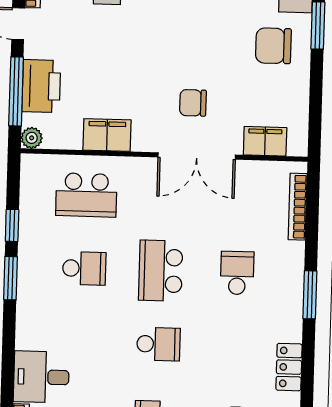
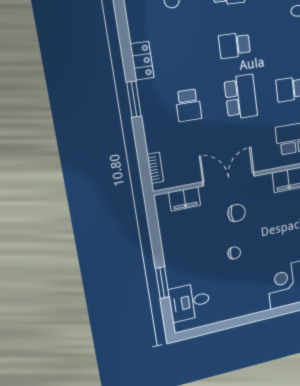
chair: (273, 46) -> (234, 253), moved, width x0.54, depth x0.54
bookcase: (298, 207) -> (155, 168), width x0.64
locker: (289, 367) -> (142, 61), moved

